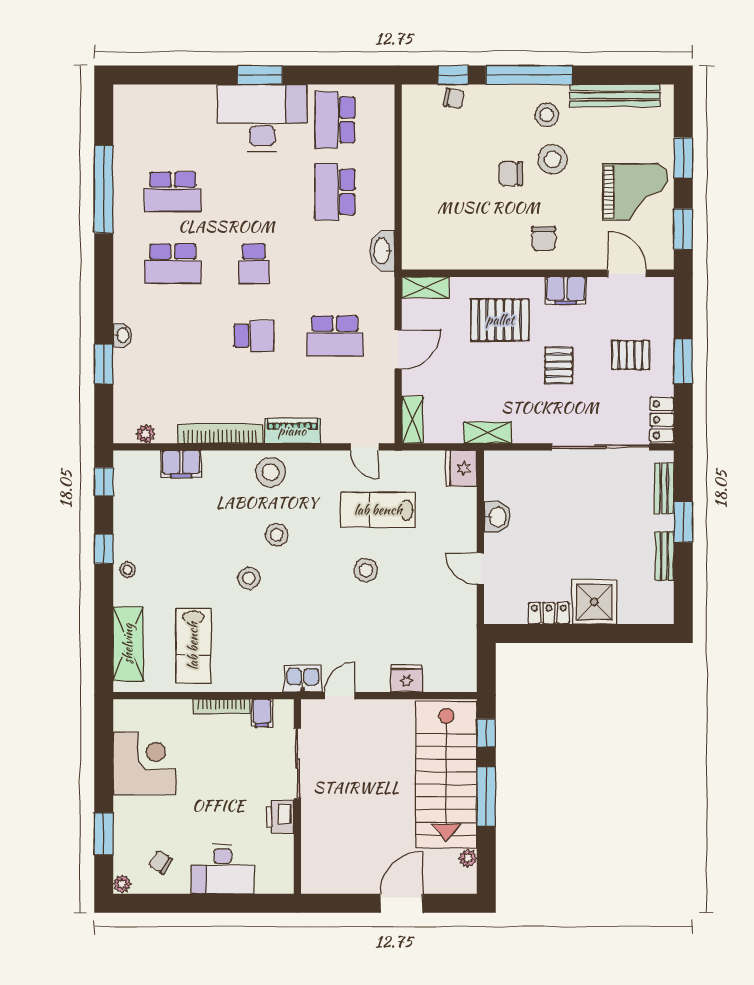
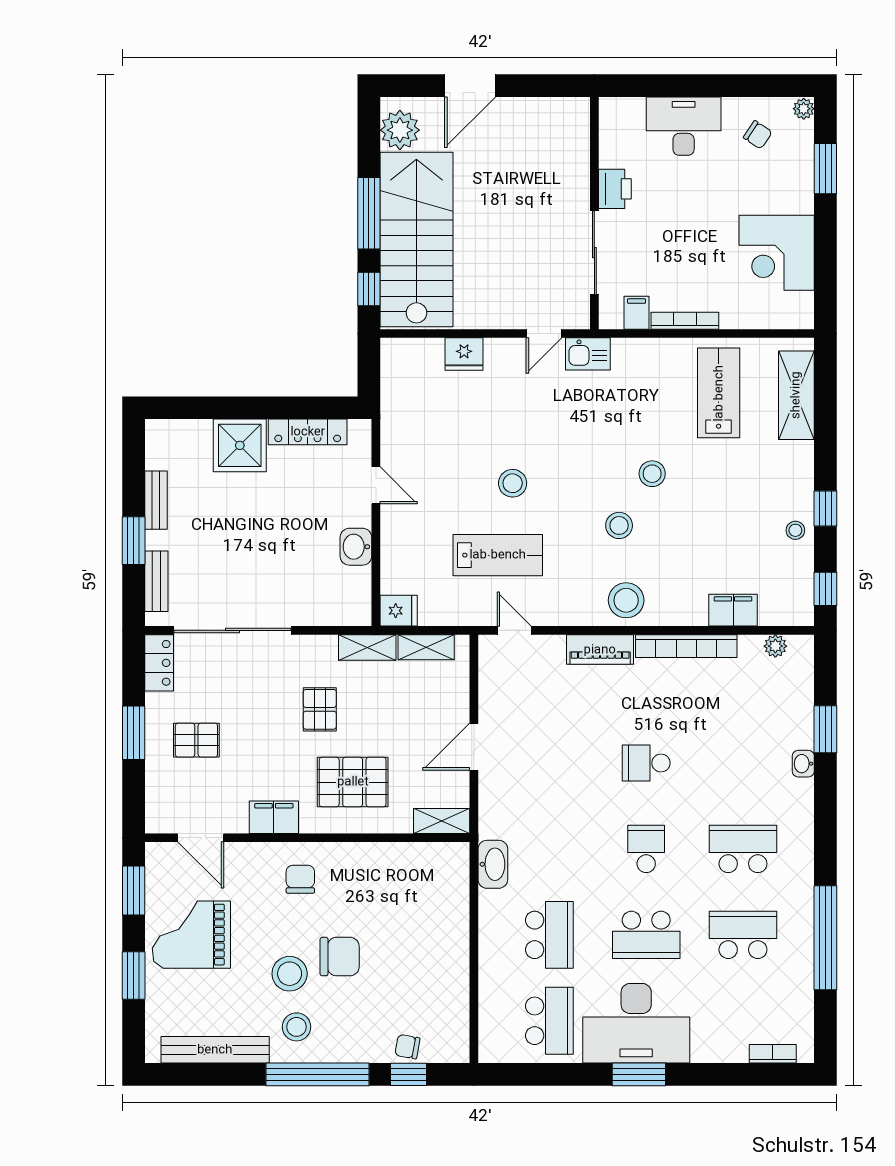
bookcase: (148, 92) -> (773, 1054), added
chair: (511, 174) -> (340, 957), width x1.37, depth x1.37
school desk: (335, 336) -> (646, 935), moved, turned 180
pallet: (559, 365) -> (320, 709), moved
shelving: (412, 420) -> (426, 647), moved, turned 90
fridge: (461, 468) -> (399, 611), width x0.72
stool: (128, 570) -> (795, 530), moved
locker: (549, 613) -> (308, 432), width x1.53
plant: (468, 858) -> (400, 130), width x1.87, depth x1.87

